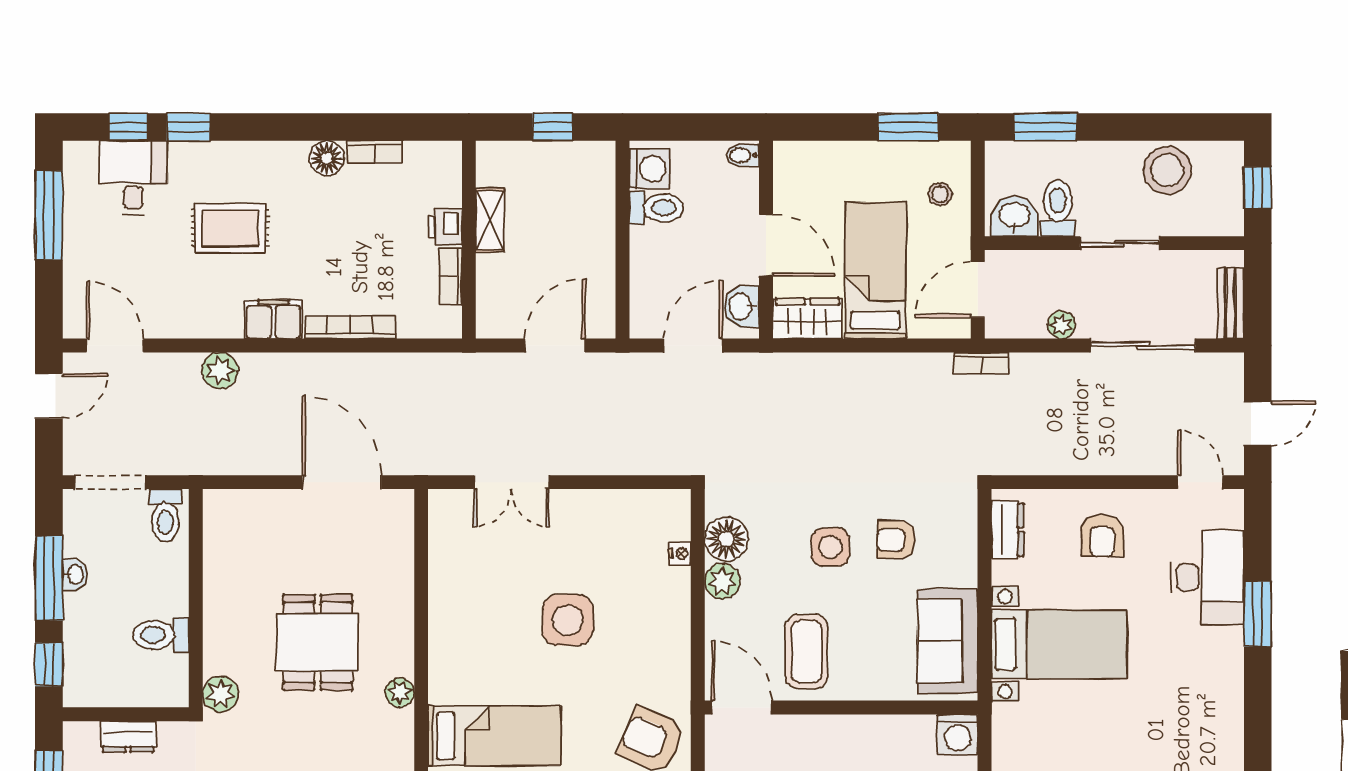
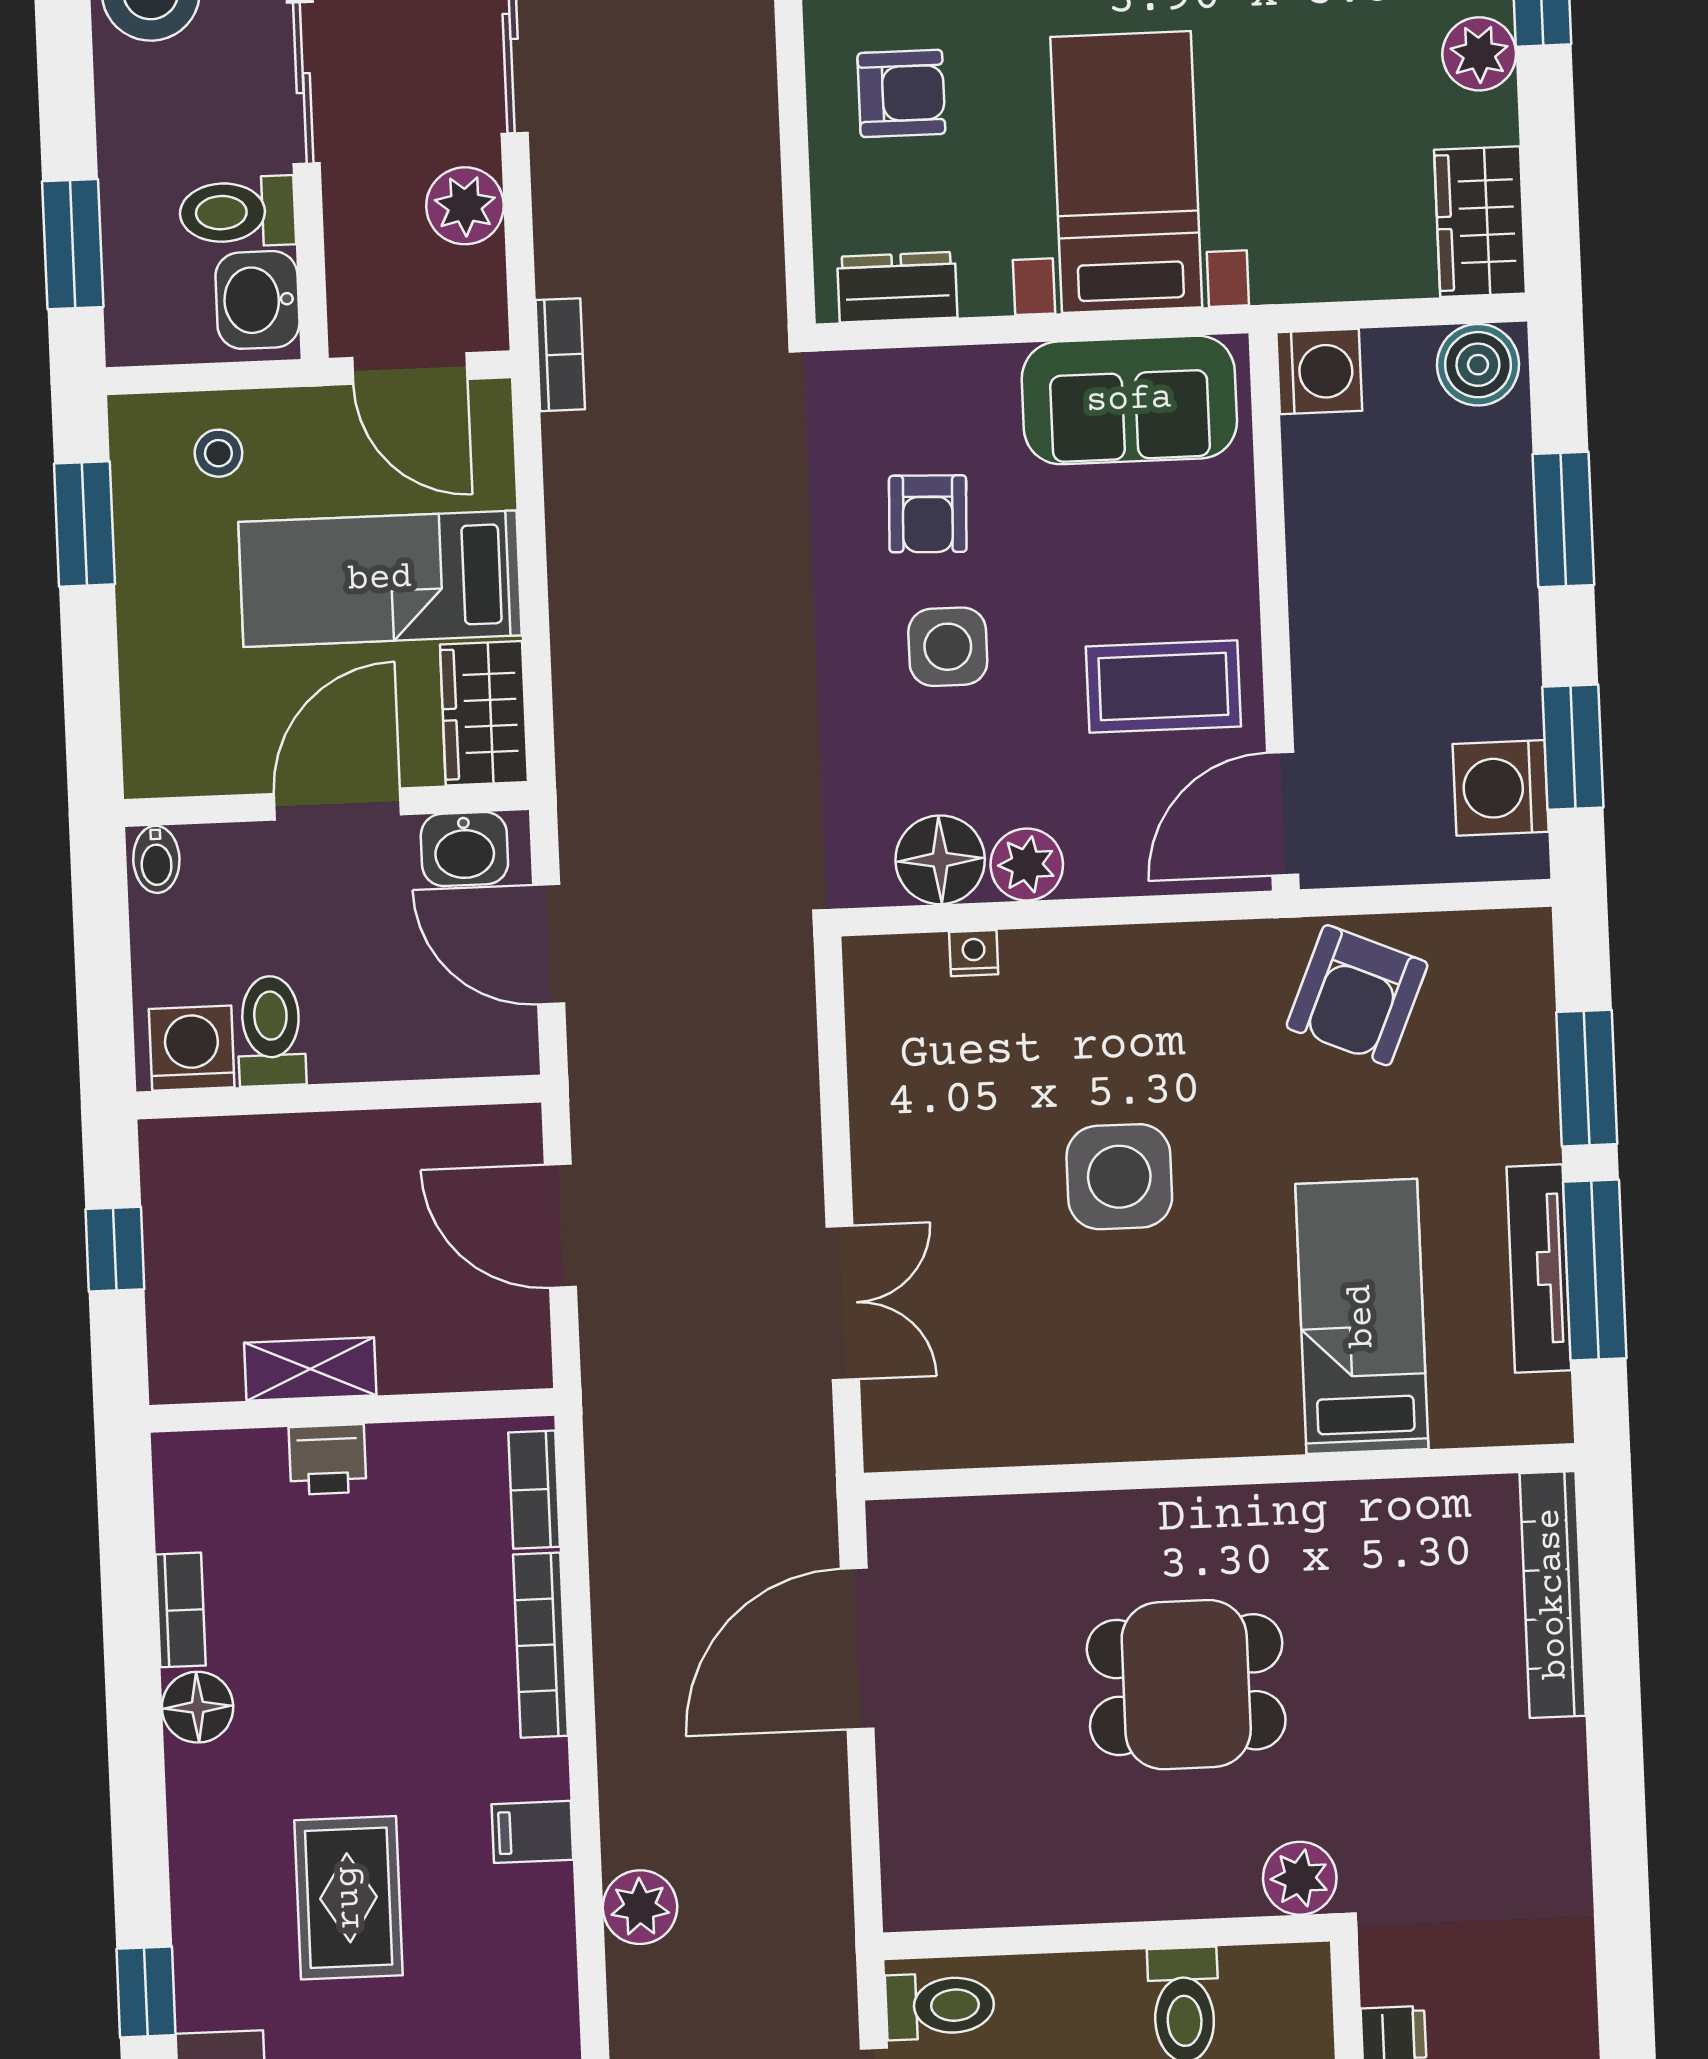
bookcase: (451, 276) -> (534, 1490), moved, turned 90
filing cabinet: (273, 319) -> (532, 1832), width x0.50
plant: (1061, 325) -> (465, 206), width x1.38, depth x1.38
plant: (400, 693) -> (1281, 1513), removed

